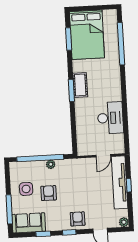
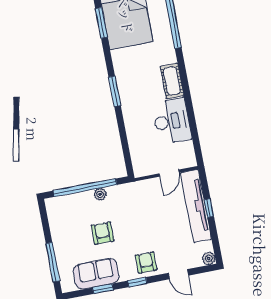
cot: (80, 85) -> (172, 81), moved
side table: (26, 189) -> (72, 232), removed
sofa: (29, 223) -> (96, 274), moved

